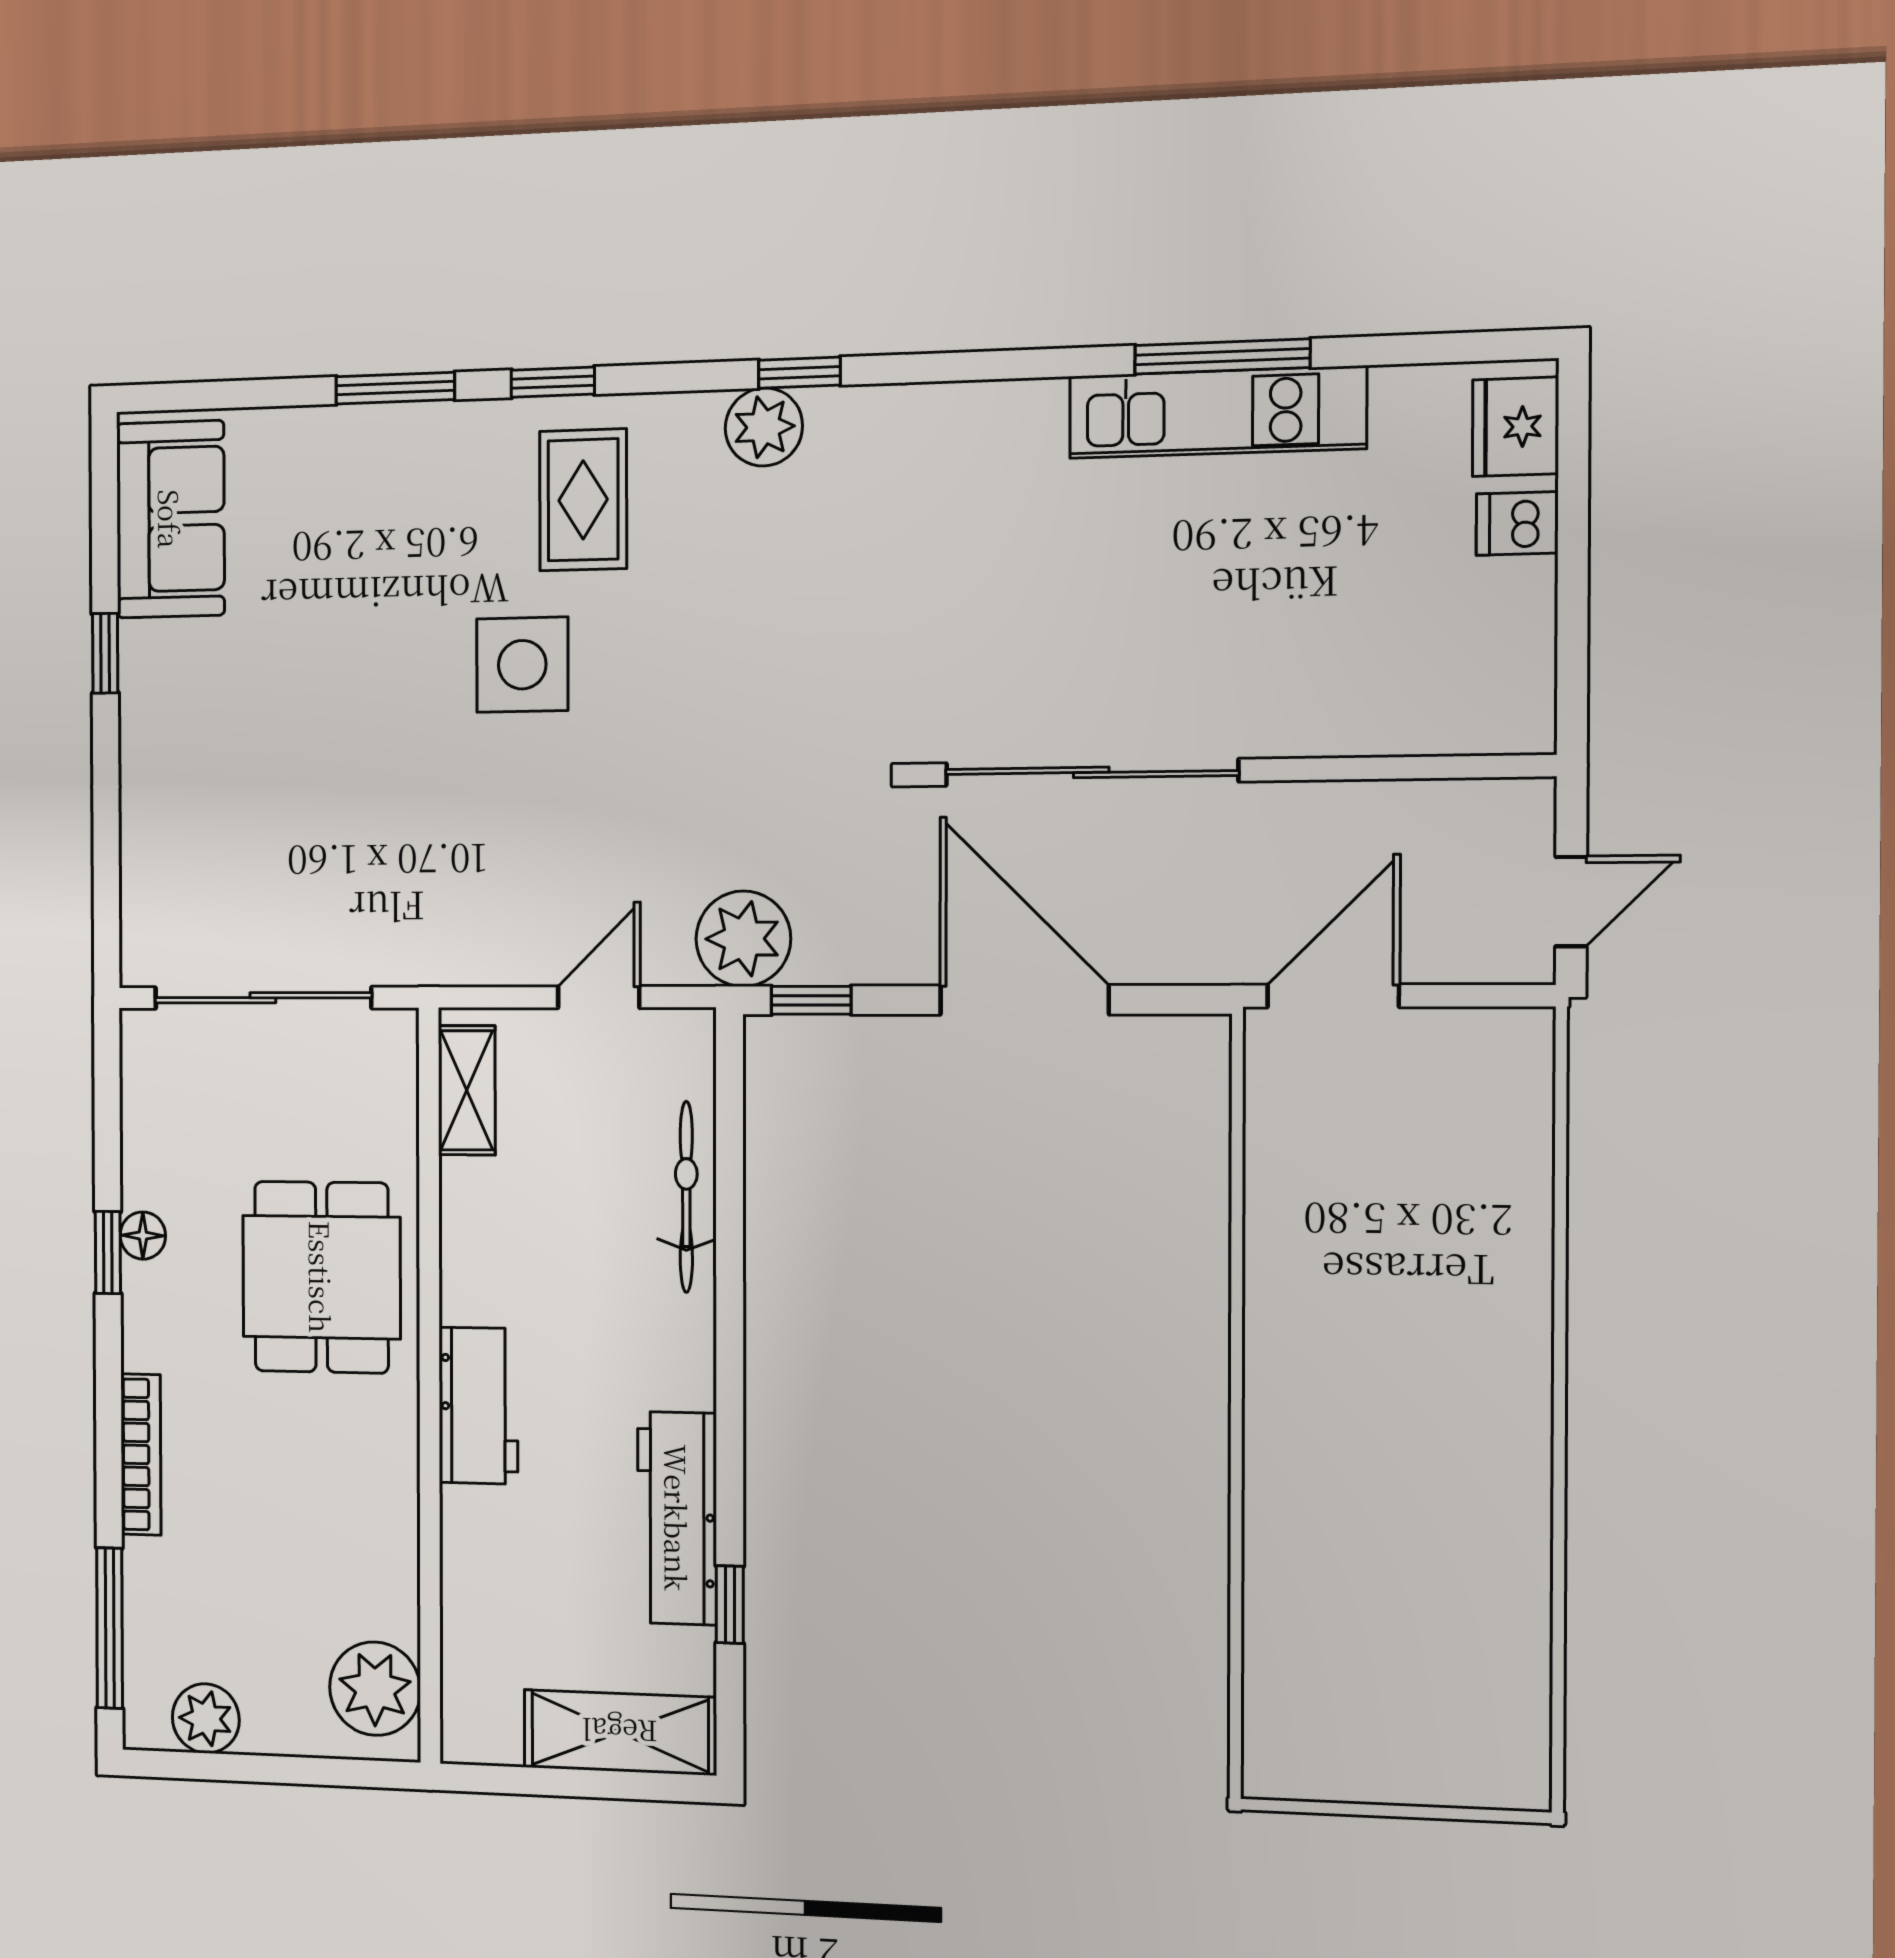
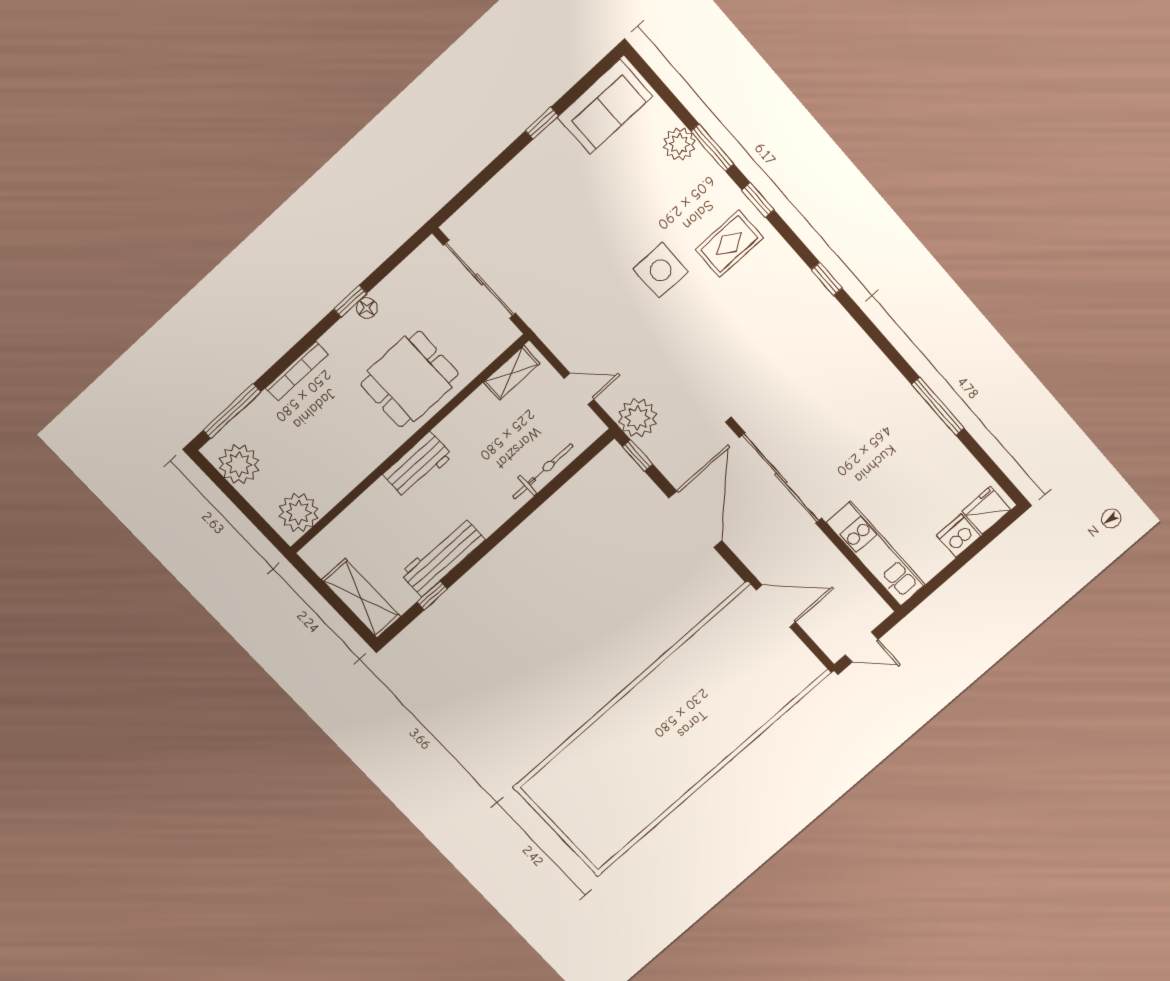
kitchen unit: (1217, 412) -> (876, 554), moved, turned 180
plant: (764, 427) -> (679, 144), moved
dishwasher: (1517, 523) -> (959, 536), width x1.38
plant: (206, 1718) -> (239, 464), width x1.36, depth x1.36

